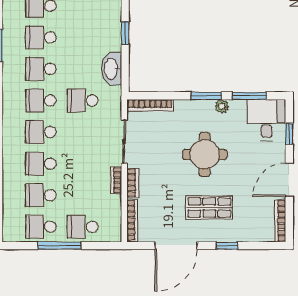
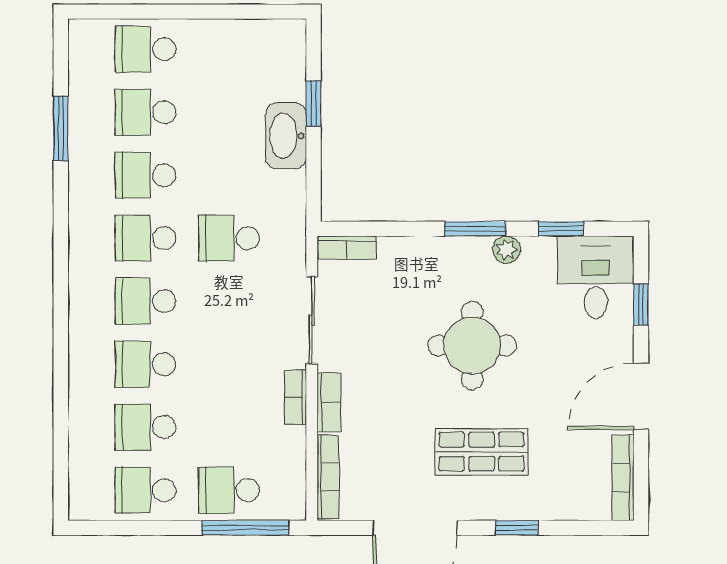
washbasin: (111, 69) -> (286, 136), moved
window: (249, 96) -> (561, 229), width x0.67
bookcase: (150, 105) -> (347, 248), width x0.64
window: (59, 246) -> (245, 528), moved

